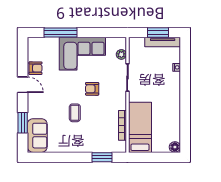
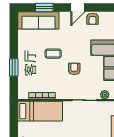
sofa: (37, 136) -> (38, 20), width x1.36
window: (102, 157) -> (14, 67), moved

